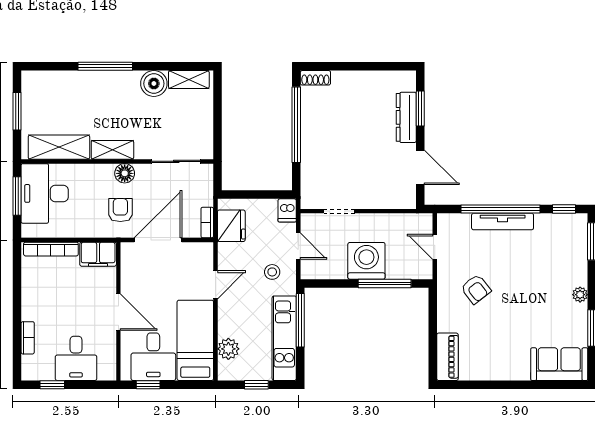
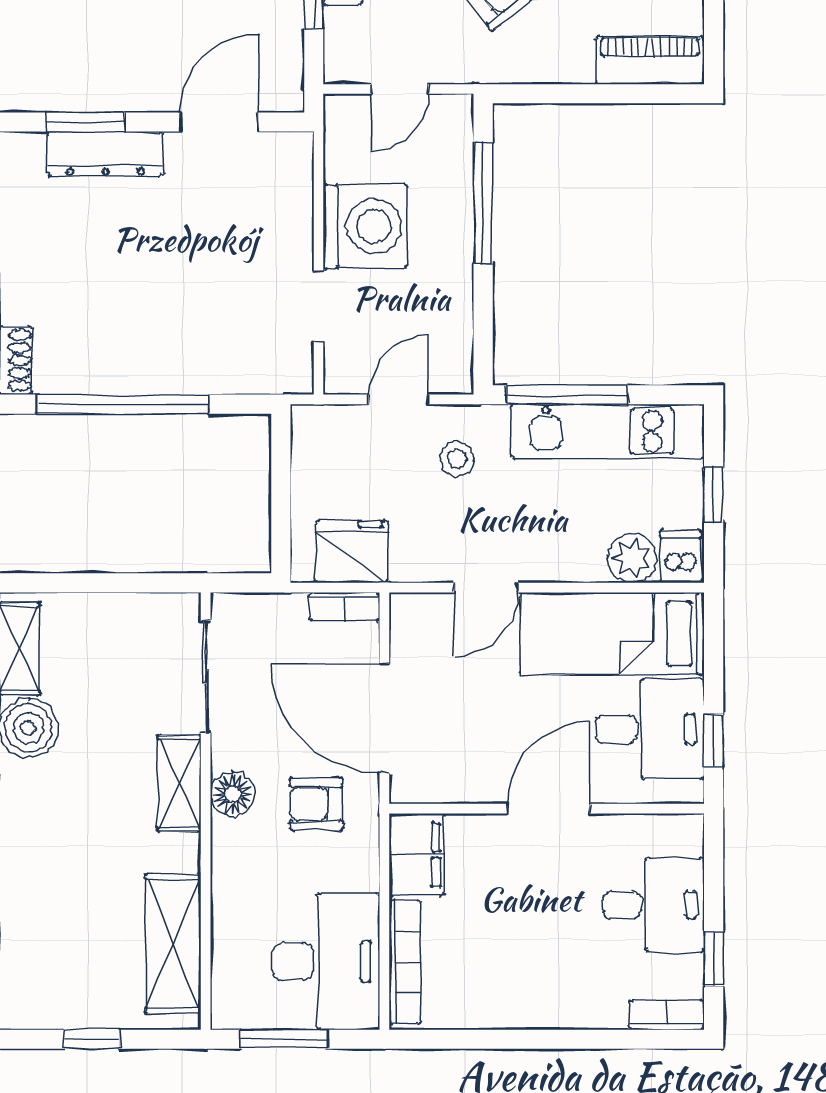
window: (17, 111) -> (91, 1039), width x0.67
shelving: (112, 150) -> (179, 783), moved
desk: (45, 193) -> (326, 962), moved, turned -90
dishwasher: (287, 210) -> (681, 556), moved, turned -90
washing machine: (366, 261) -> (365, 226), moved, turned 180
door: (216, 285) -> (486, 588), swing flipped
bookcase: (28, 338) -> (667, 1015), moved

